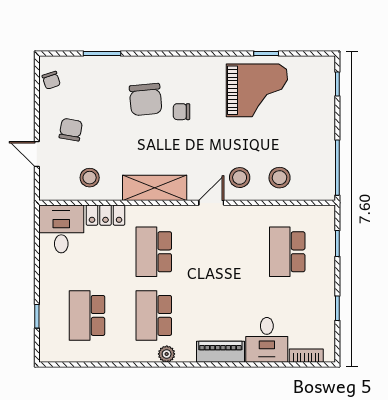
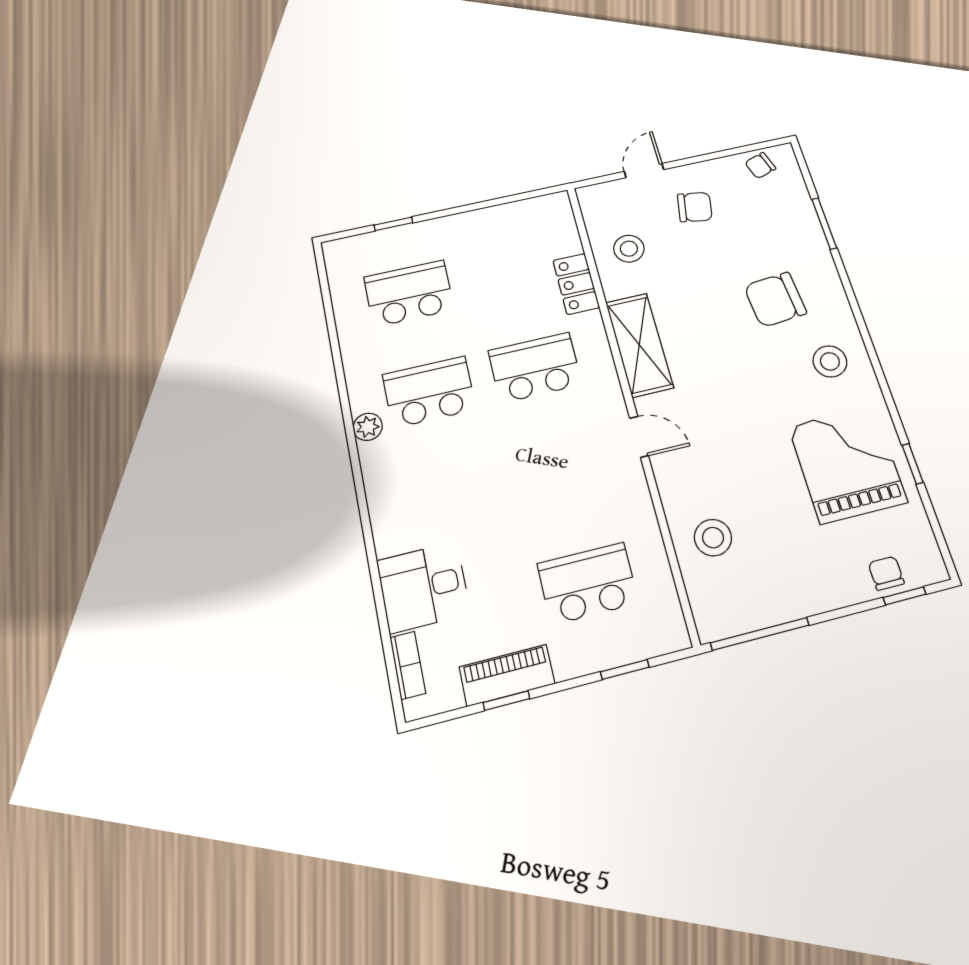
grand piano: (257, 90) -> (847, 464), turned 180
chair: (181, 112) -> (886, 573), moved
stool: (240, 178) -> (830, 361), moved
desk: (61, 229) -> (538, 227), removed
piano: (220, 352) -> (507, 675), moved, turned -90

